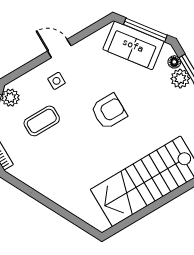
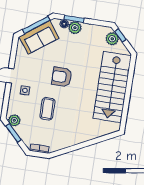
armchair: (109, 111) -> (62, 77), turned -90
coffee table: (42, 121) -> (47, 109), moved

